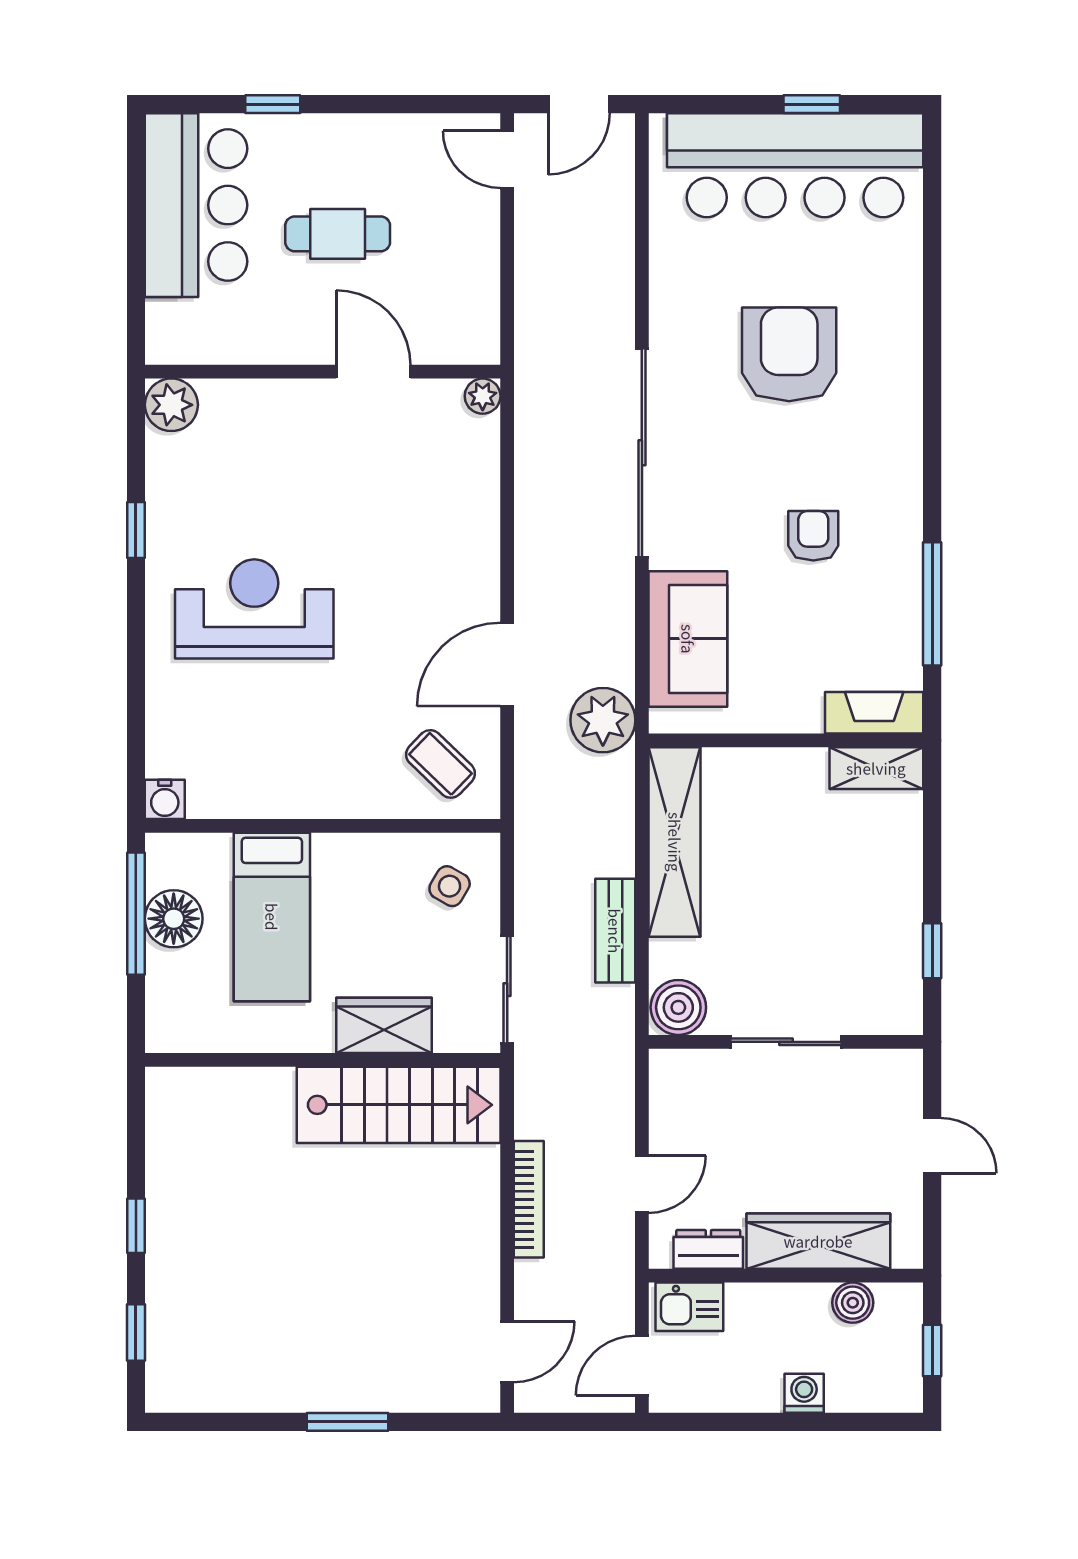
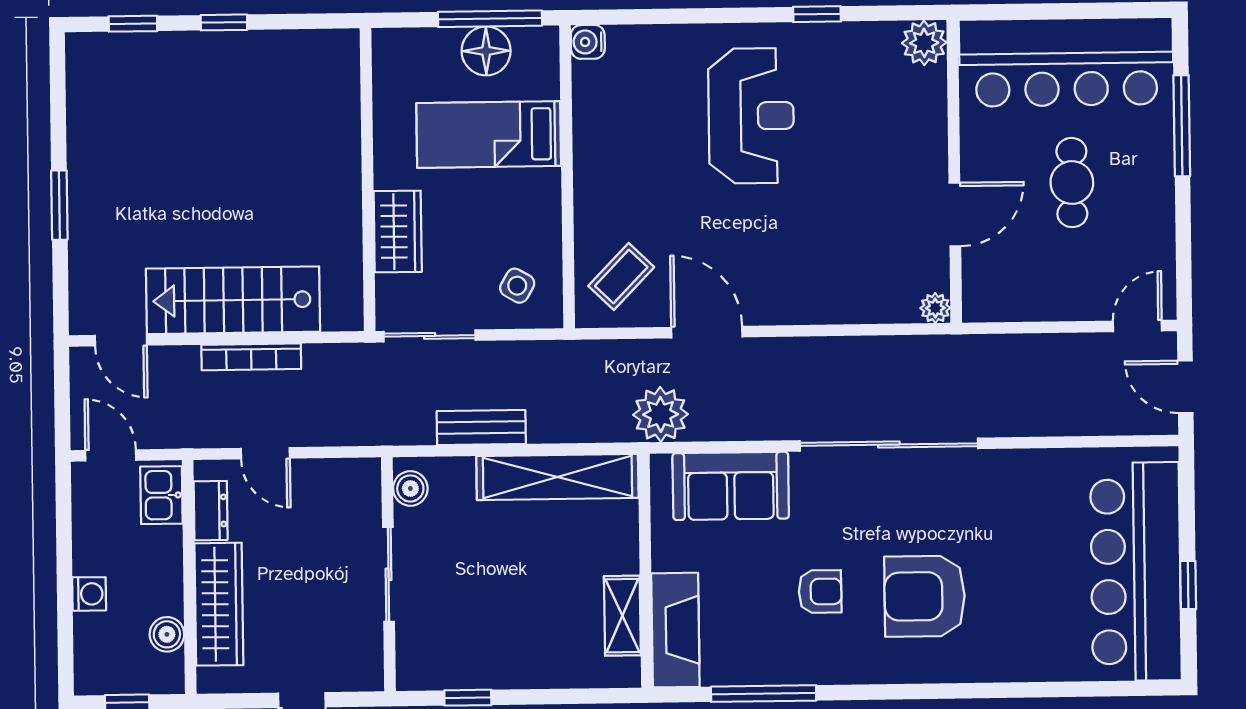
window: (273, 104) -> (1182, 126), width x2.17
bar counter: (196, 205) -> (1066, 62), width x1.36
armchair: (789, 354) -> (925, 596), moved, turned 180
fireplace: (874, 713) -> (675, 630), width x1.37, depth x1.32
shelving: (876, 768) -> (622, 616), moved
boiler: (678, 1007) -> (410, 488), width x0.73, depth x0.73
stairs: (399, 1105) -> (233, 300), moved, turned 90

